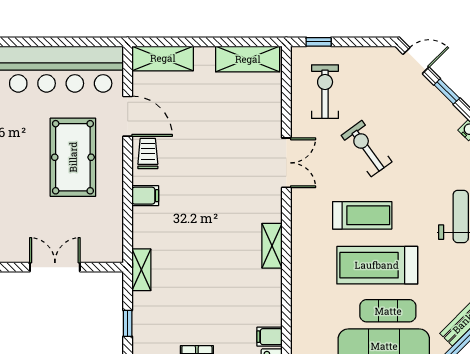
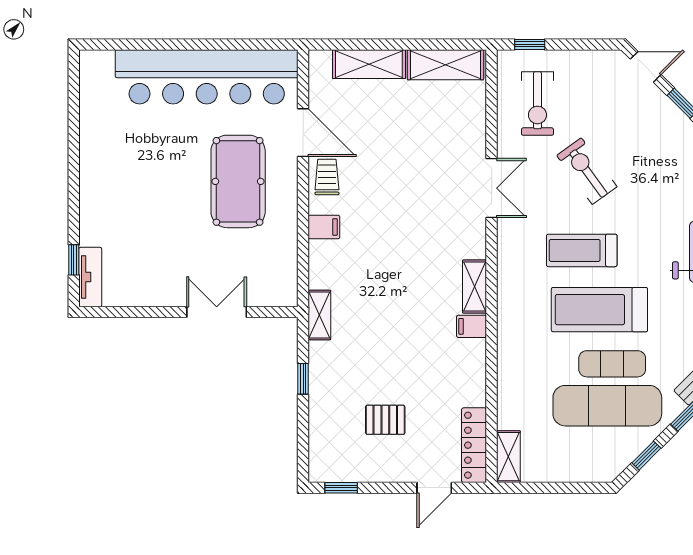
shelving: (163, 58) -> (369, 64), moved
exercise bike: (325, 92) -> (537, 103), turned 180
treadmill: (362, 215) -> (582, 250), turned 180
filing cabinet: (270, 337) -> (472, 326), moved

